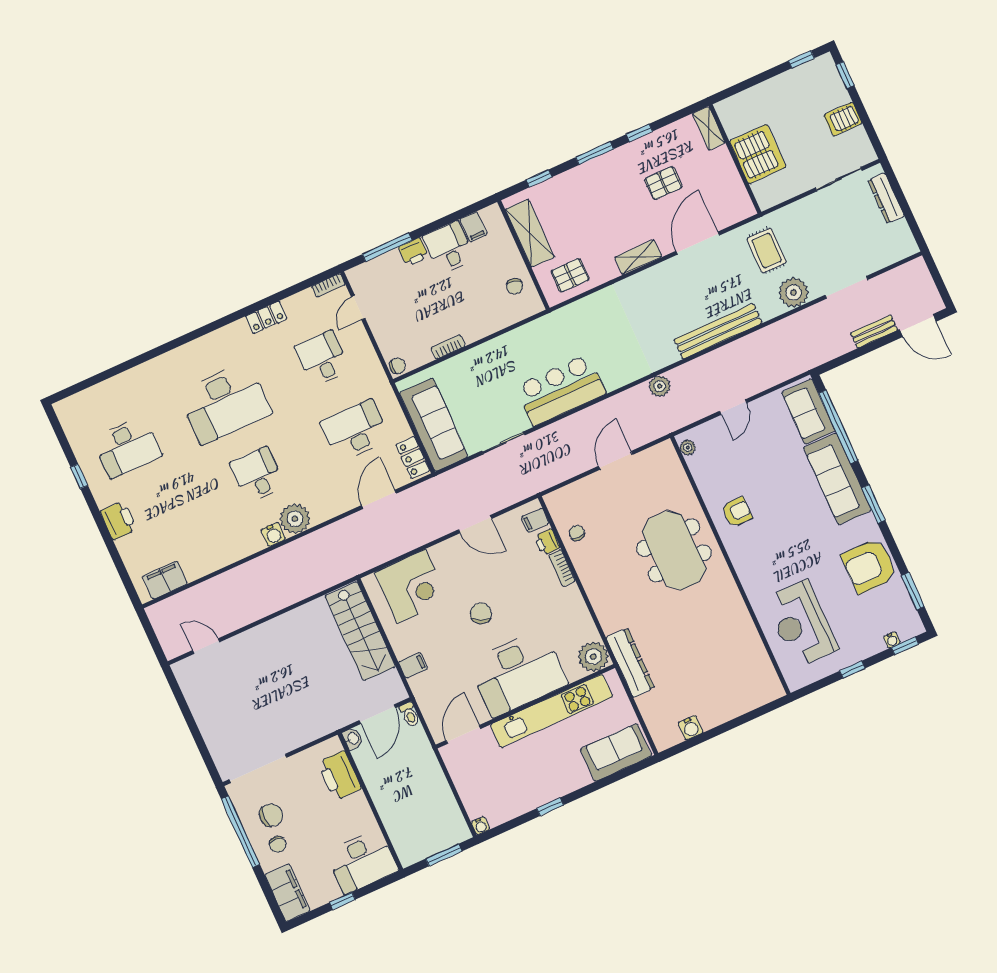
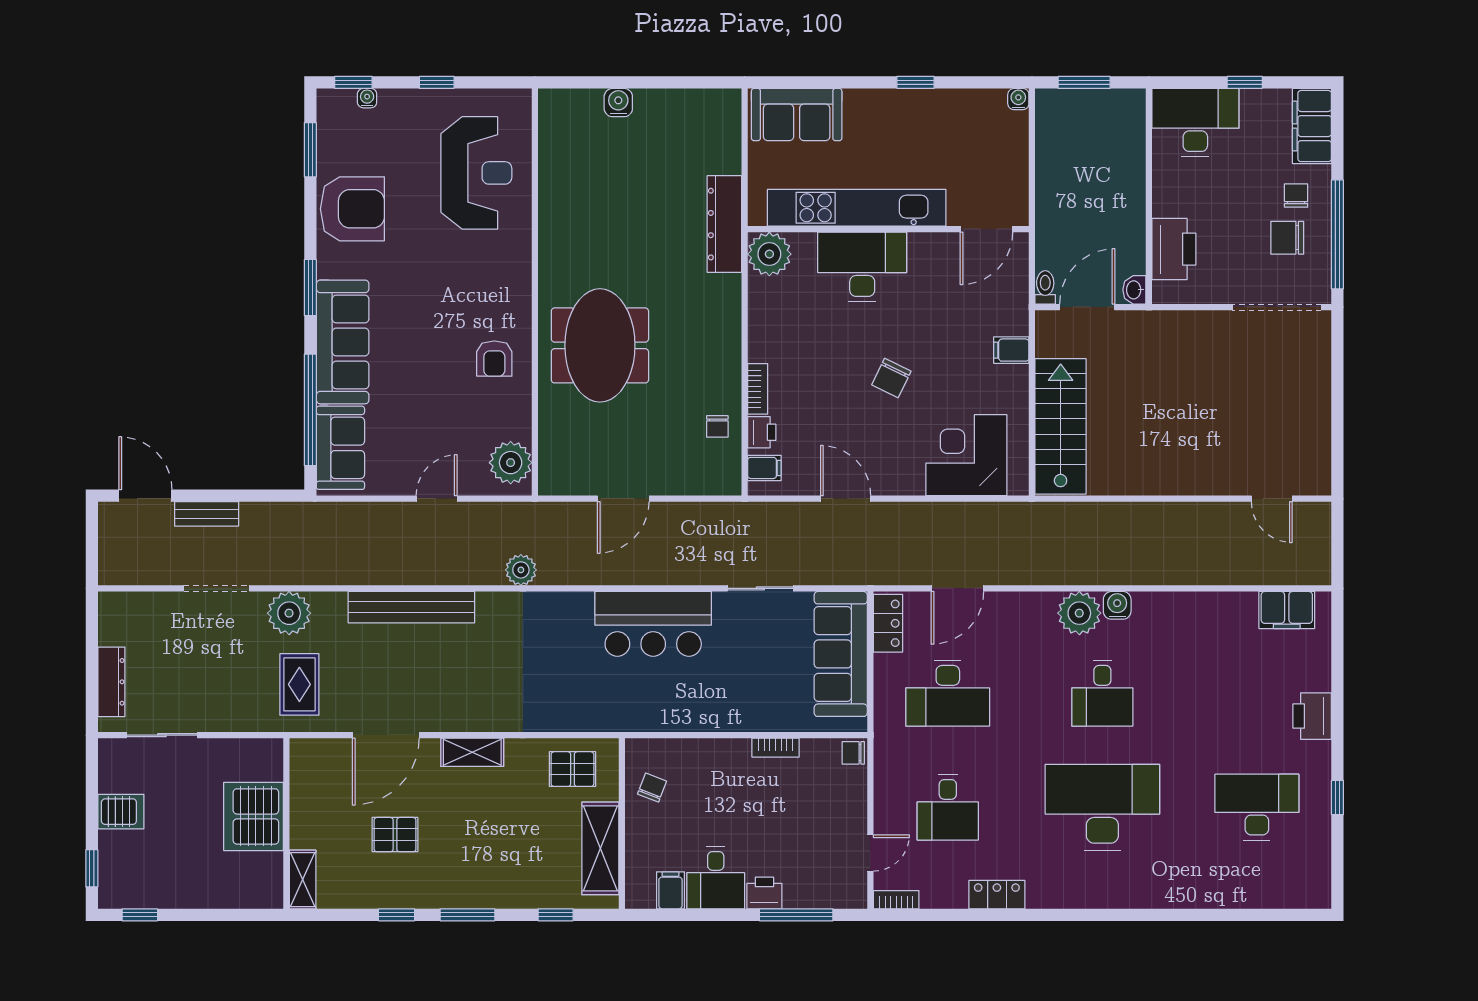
plant: (688, 447) -> (511, 463), width x1.88, depth x1.88
armchair: (737, 512) -> (494, 359), turned -90
desk: (518, 673) -> (862, 267), width x0.73, depth x0.77
water cooler: (691, 728) -> (618, 103), moved

